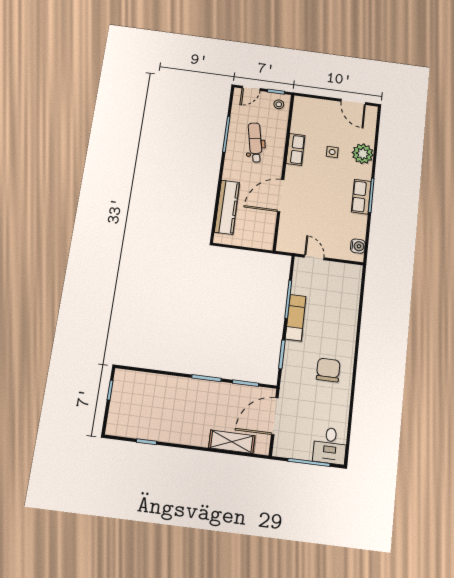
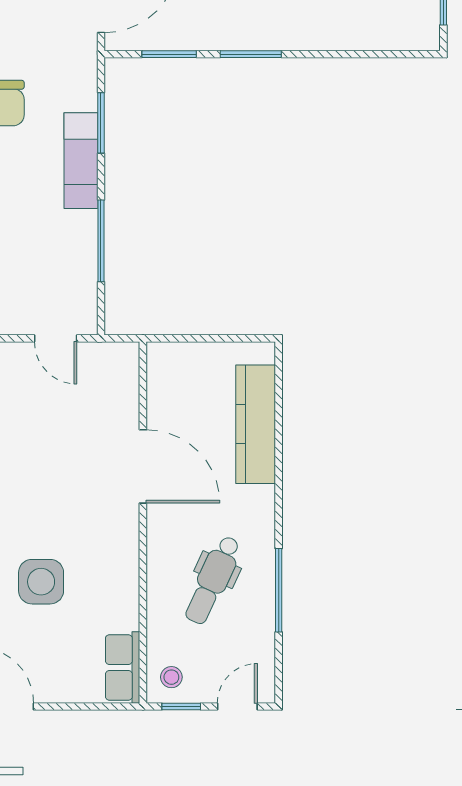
dental chair: (255, 142) -> (213, 580), turned 36
row of seats: (295, 149) -> (123, 667), moved
side table: (332, 152) -> (41, 582), width x1.87, depth x1.87
door: (281, 195) -> (143, 466), hinge flipped
exam couch: (296, 318) -> (81, 161), moved

